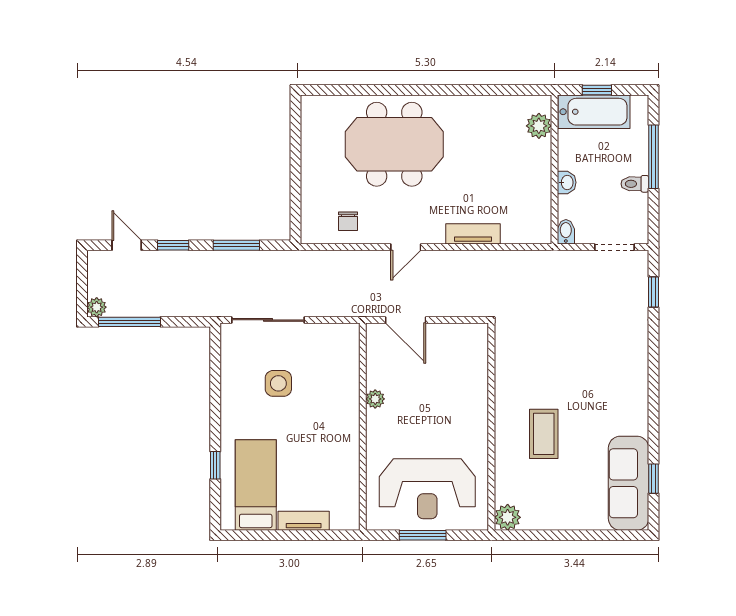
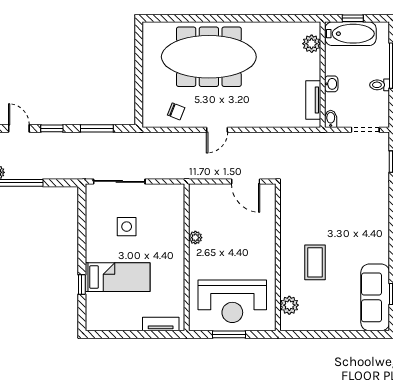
meeting table: (394, 144) -> (209, 57), width x1.36
chair: (348, 221) -> (176, 111), turned -68
tv unit: (473, 234) -> (313, 100), moved, turned -90
door: (406, 320) -> (246, 181), moved
bed: (256, 485) -> (118, 277), moved, turned 90
plant: (508, 517) -> (289, 305), moved
tv unit: (304, 521) -> (161, 324), moved

